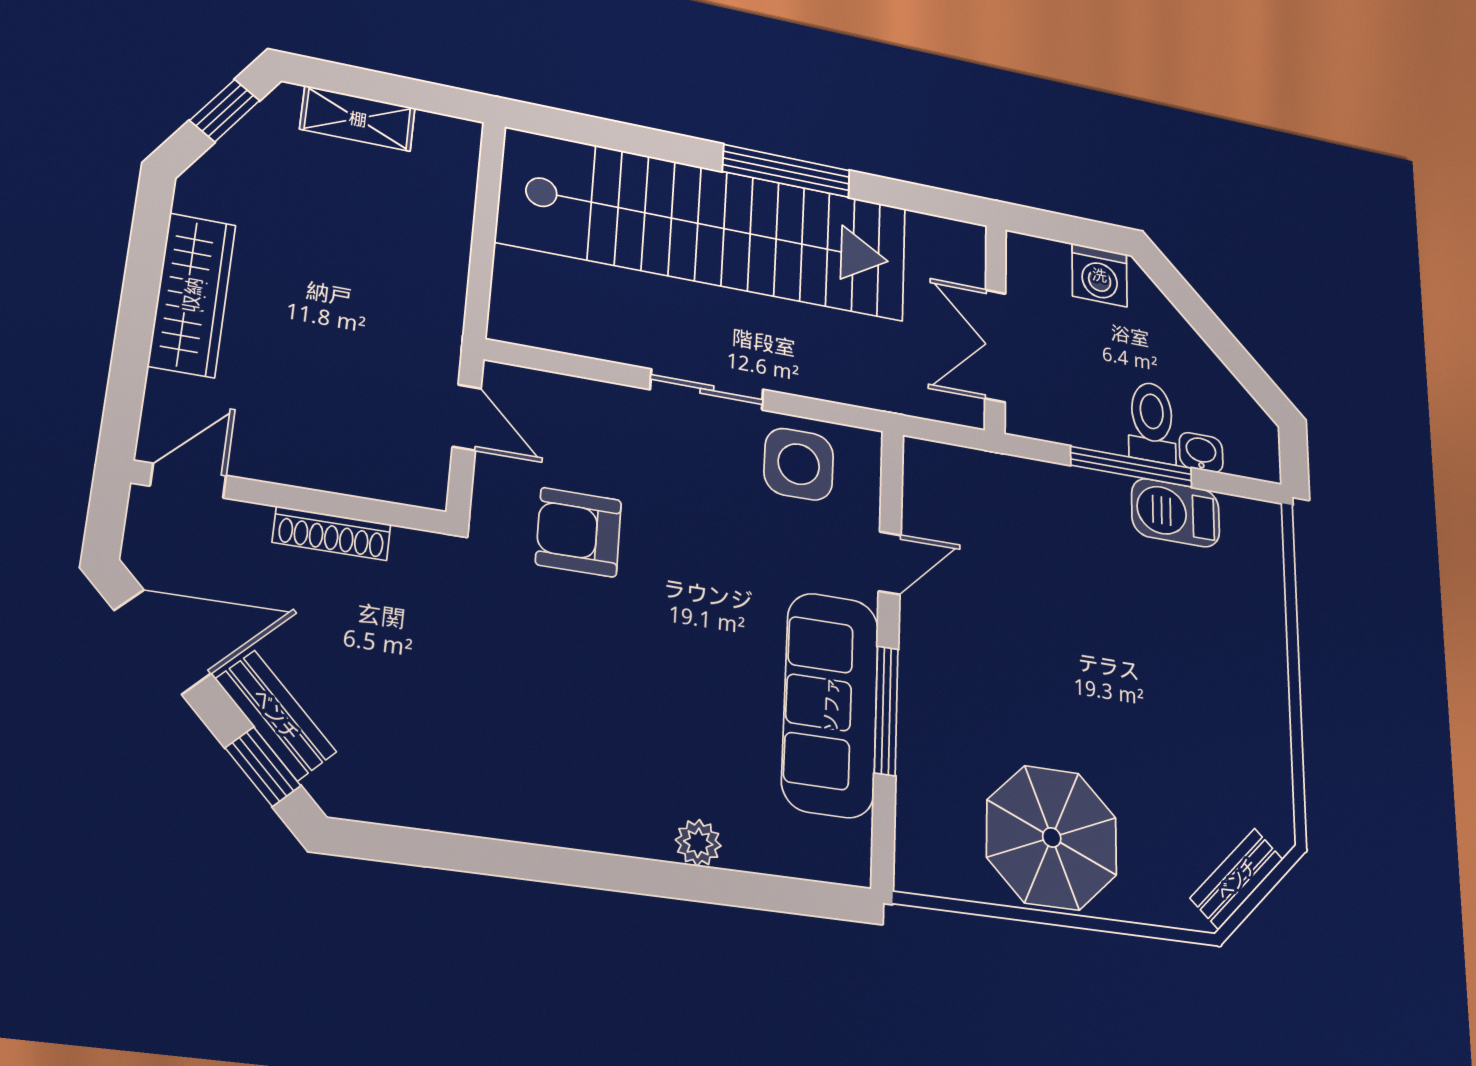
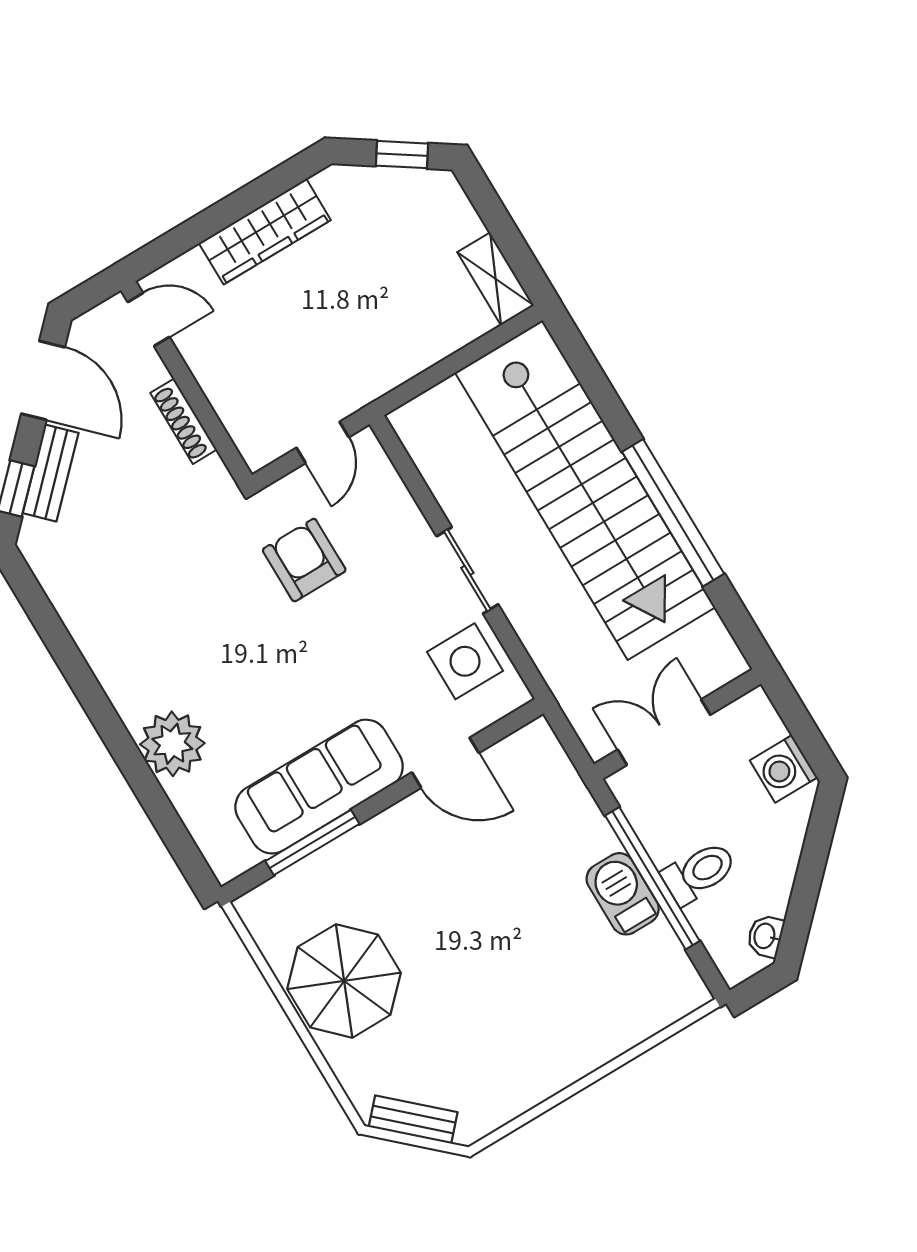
shelving: (358, 119) -> (496, 279), moved
window: (786, 171) -> (673, 513), width x1.46
washbasin: (1201, 453) -> (765, 936), moved, turned -135
window: (1131, 467) -> (652, 878), width x1.46
barbecue: (1176, 513) -> (623, 894), moved
door: (890, 563) -> (445, 763), width x1.38
window: (886, 711) -> (312, 842), moved
plant: (698, 843) -> (172, 744), width x1.87, depth x1.87

